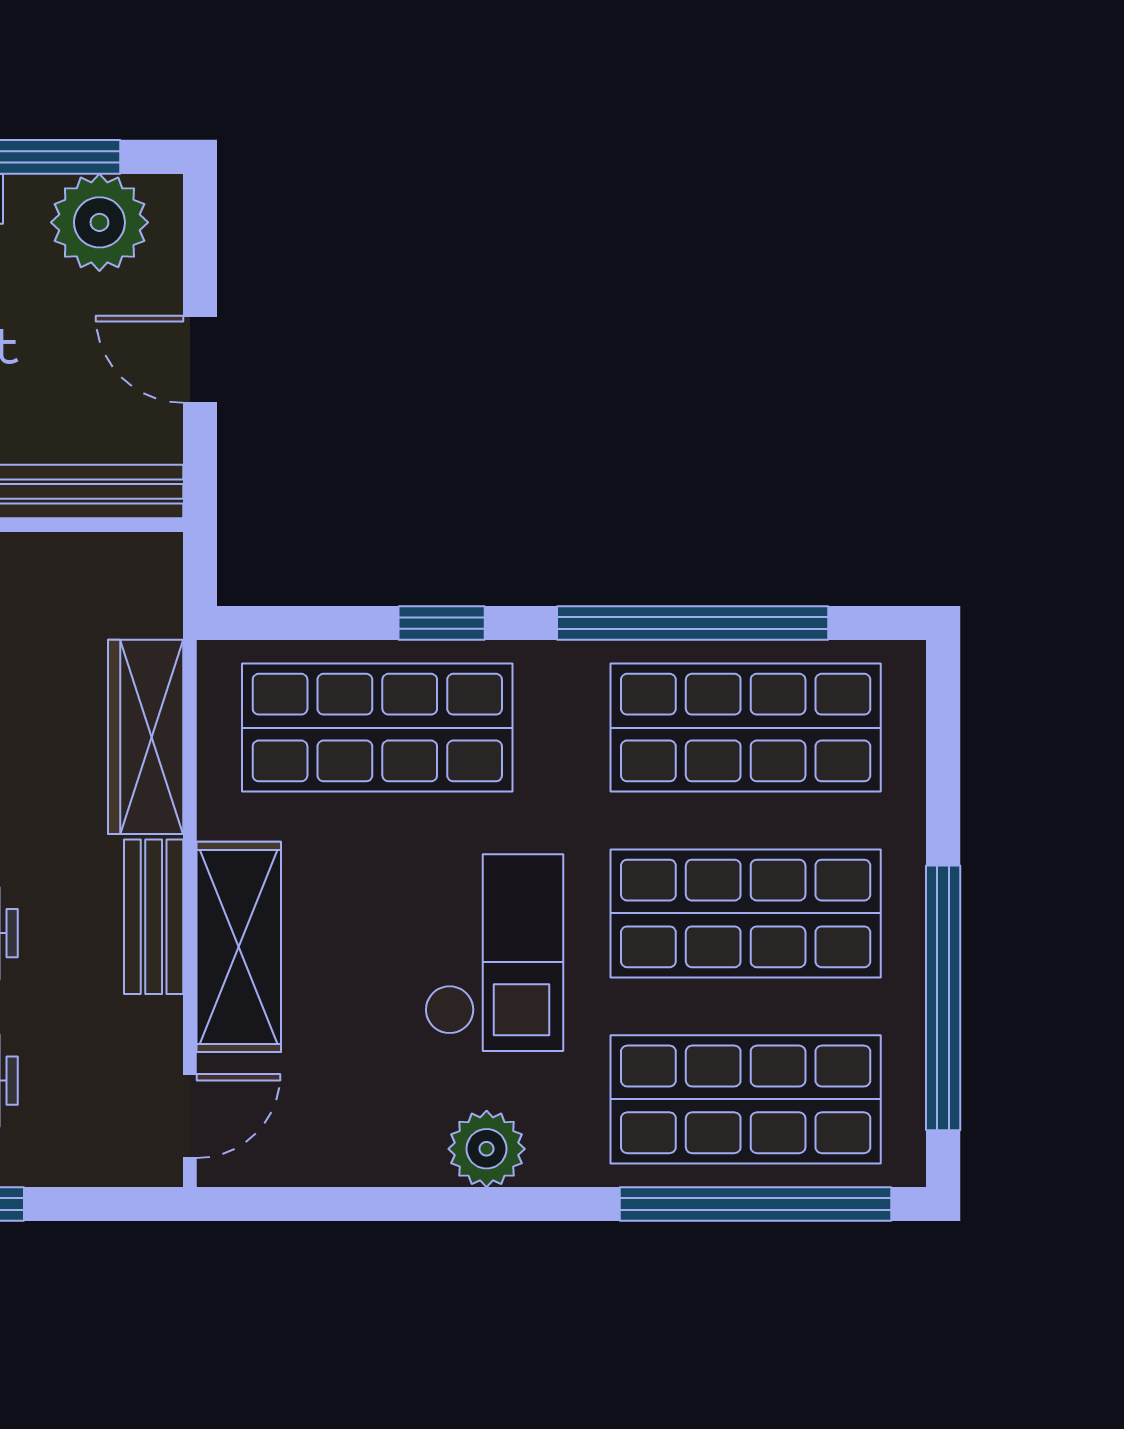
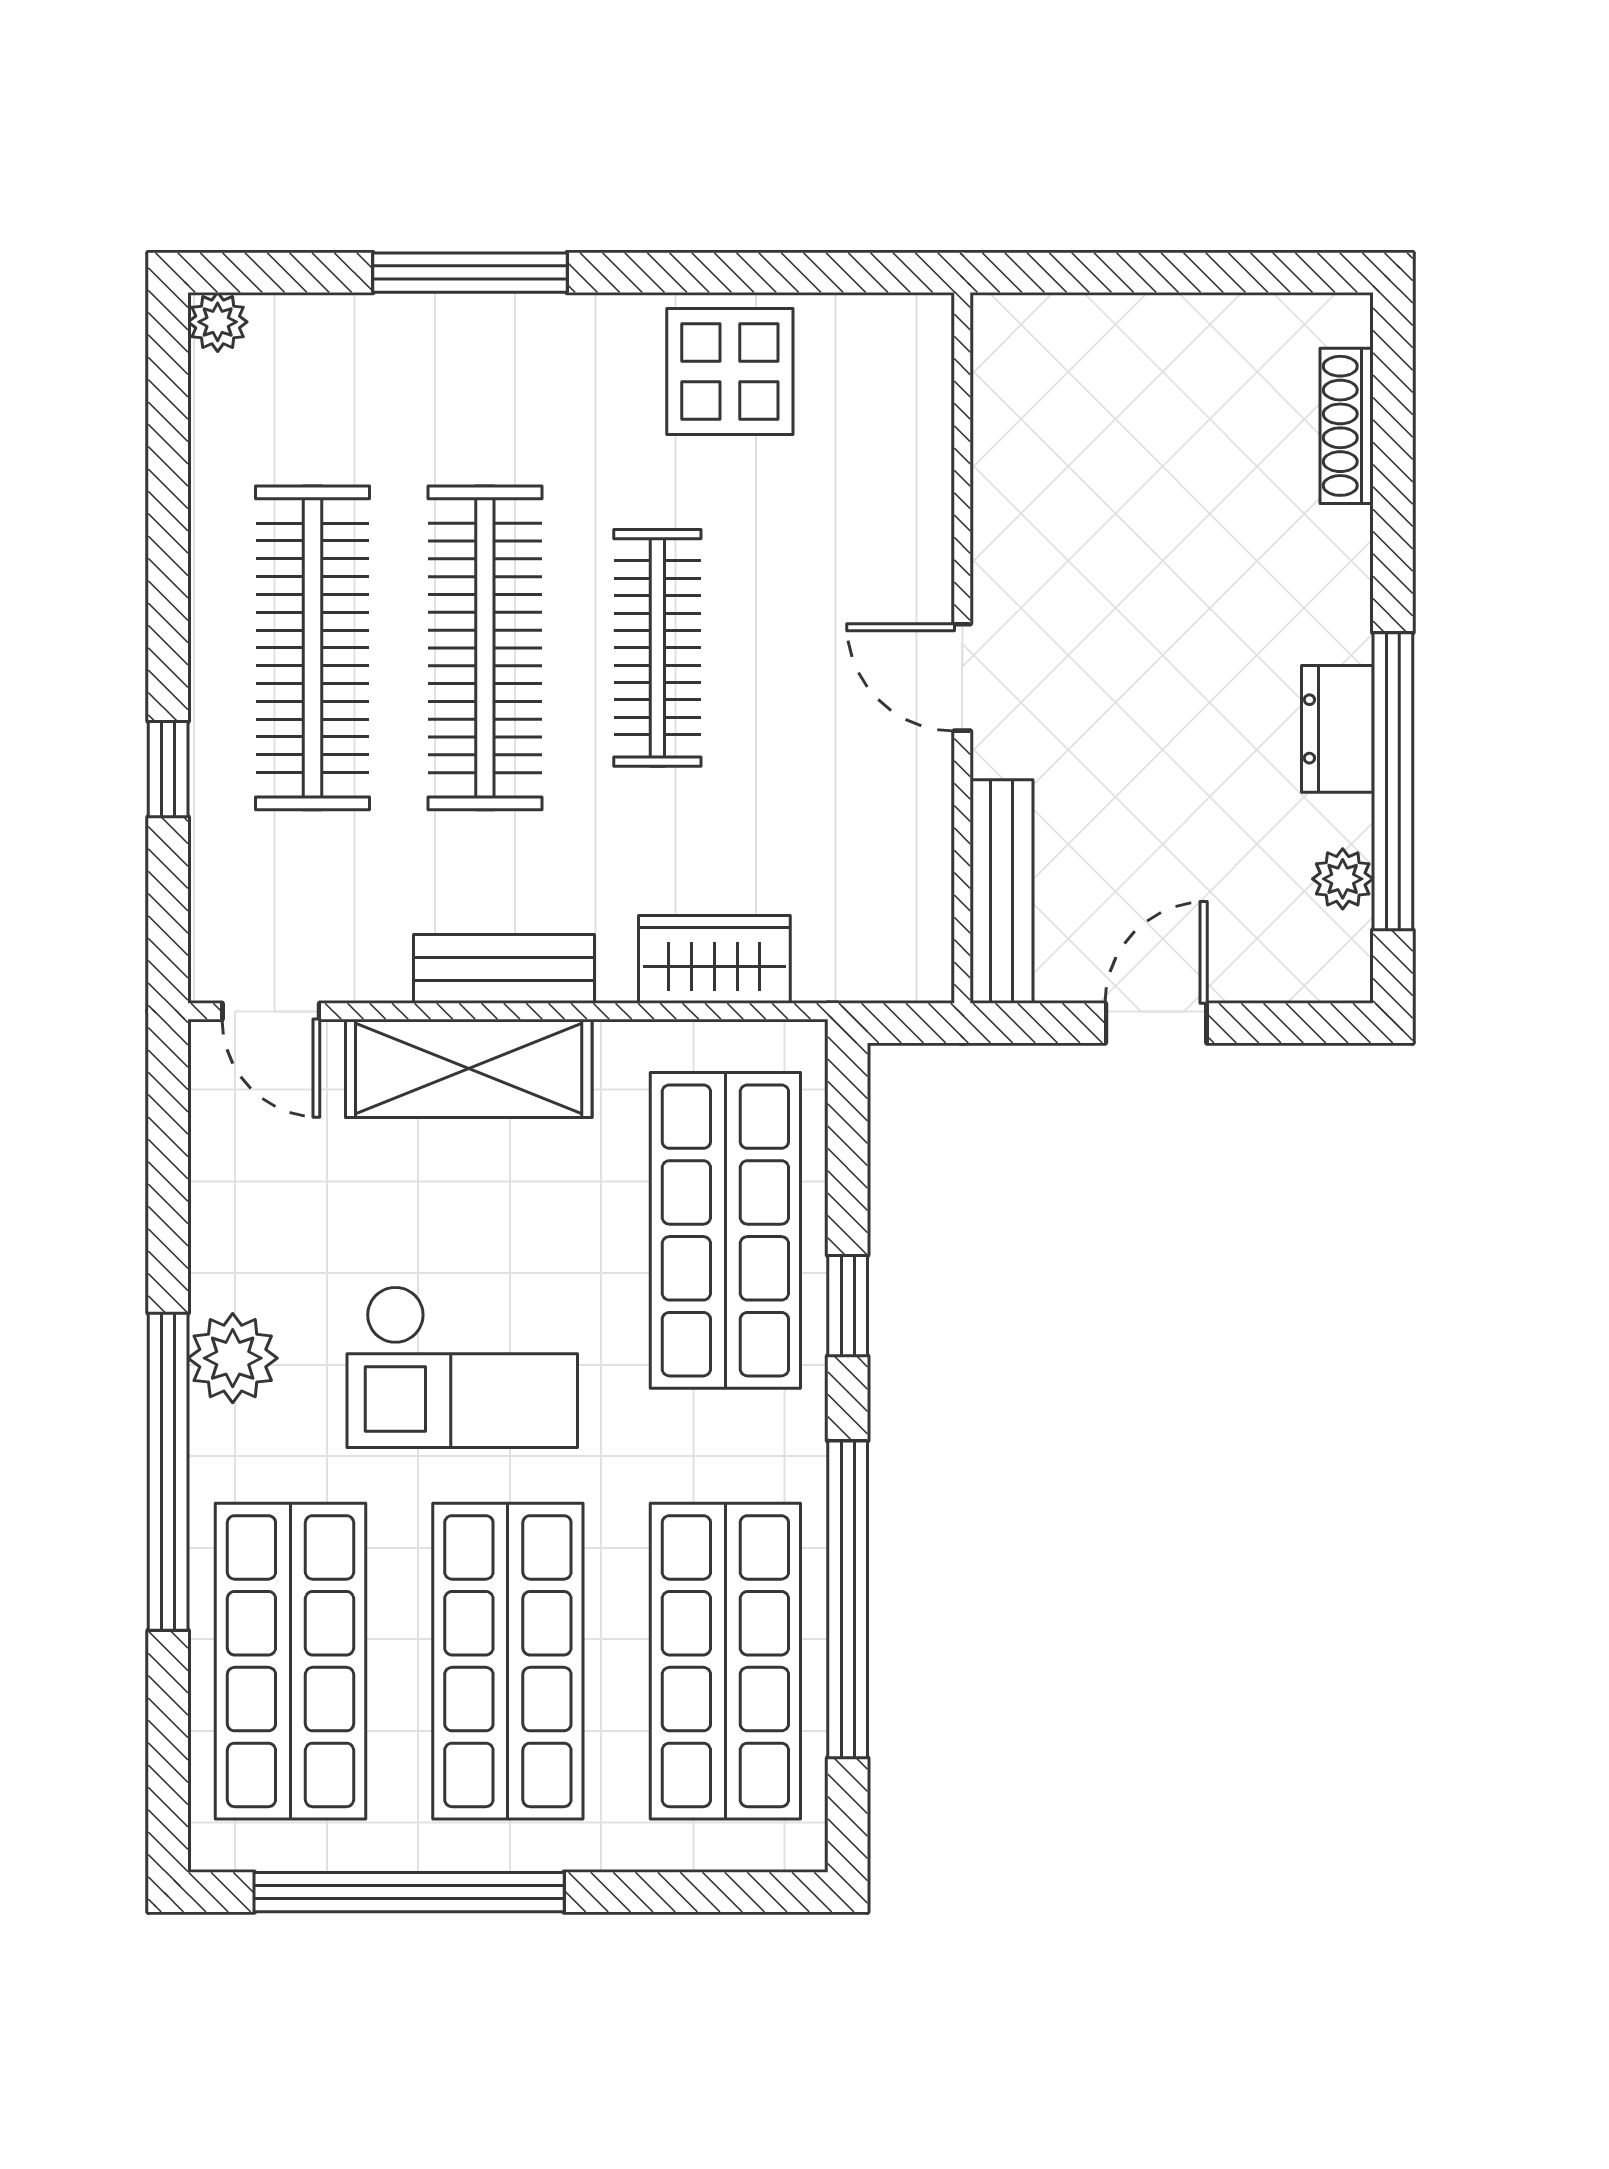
plant: (99, 222) -> (1343, 879), width x0.53, depth x0.53
wardrobe: (146, 737) -> (714, 959), width x0.67
window: (756, 1204) -> (168, 1472), moved

